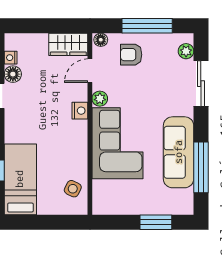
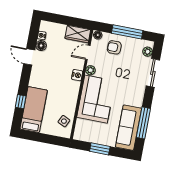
sofa: (179, 152) -> (128, 128), moved
window: (156, 222) -> (100, 149), moved

